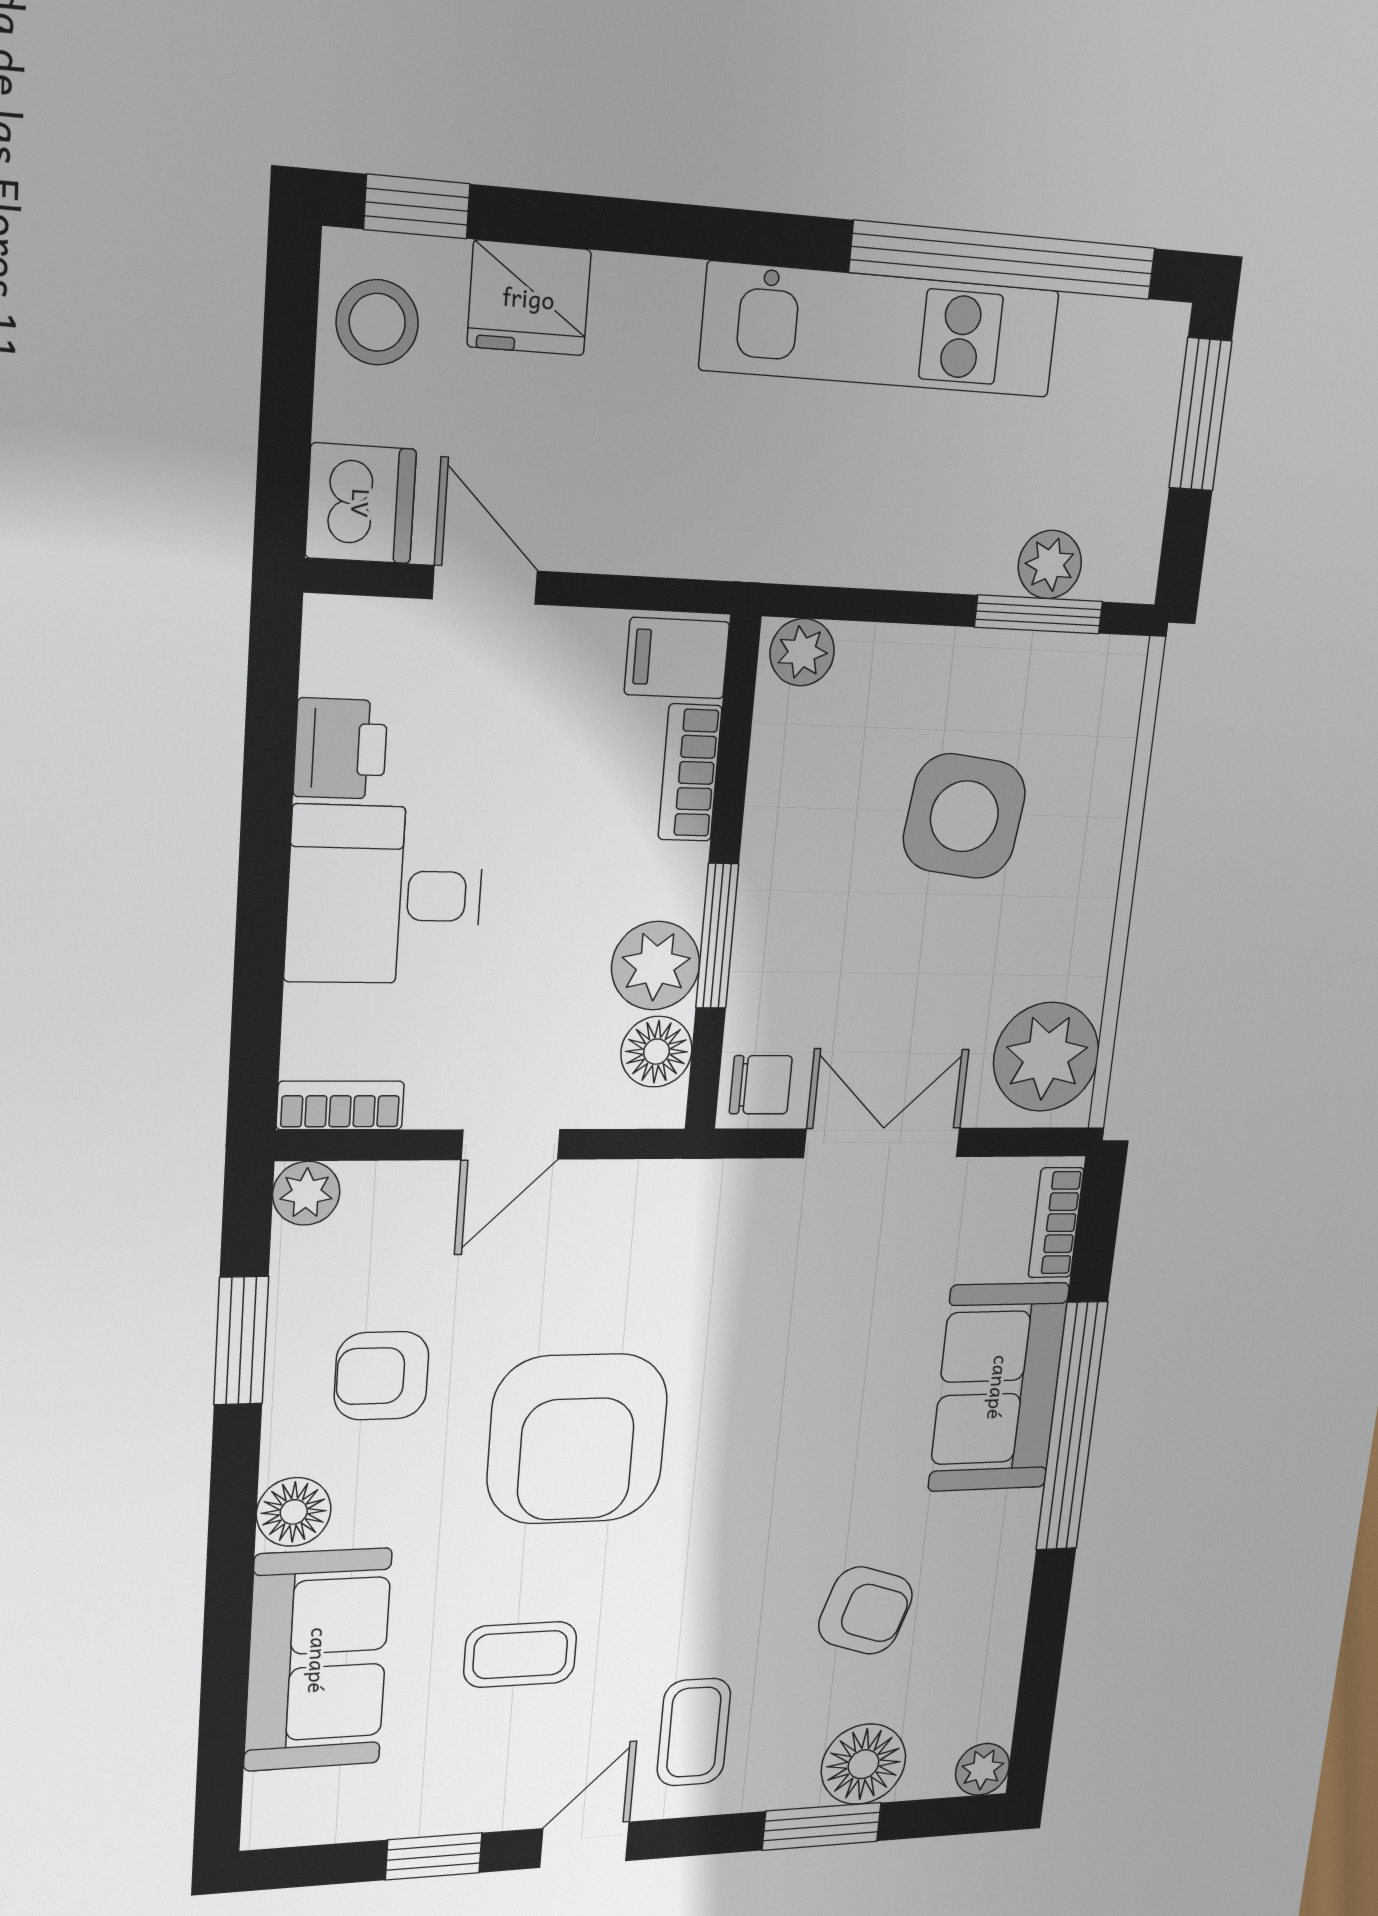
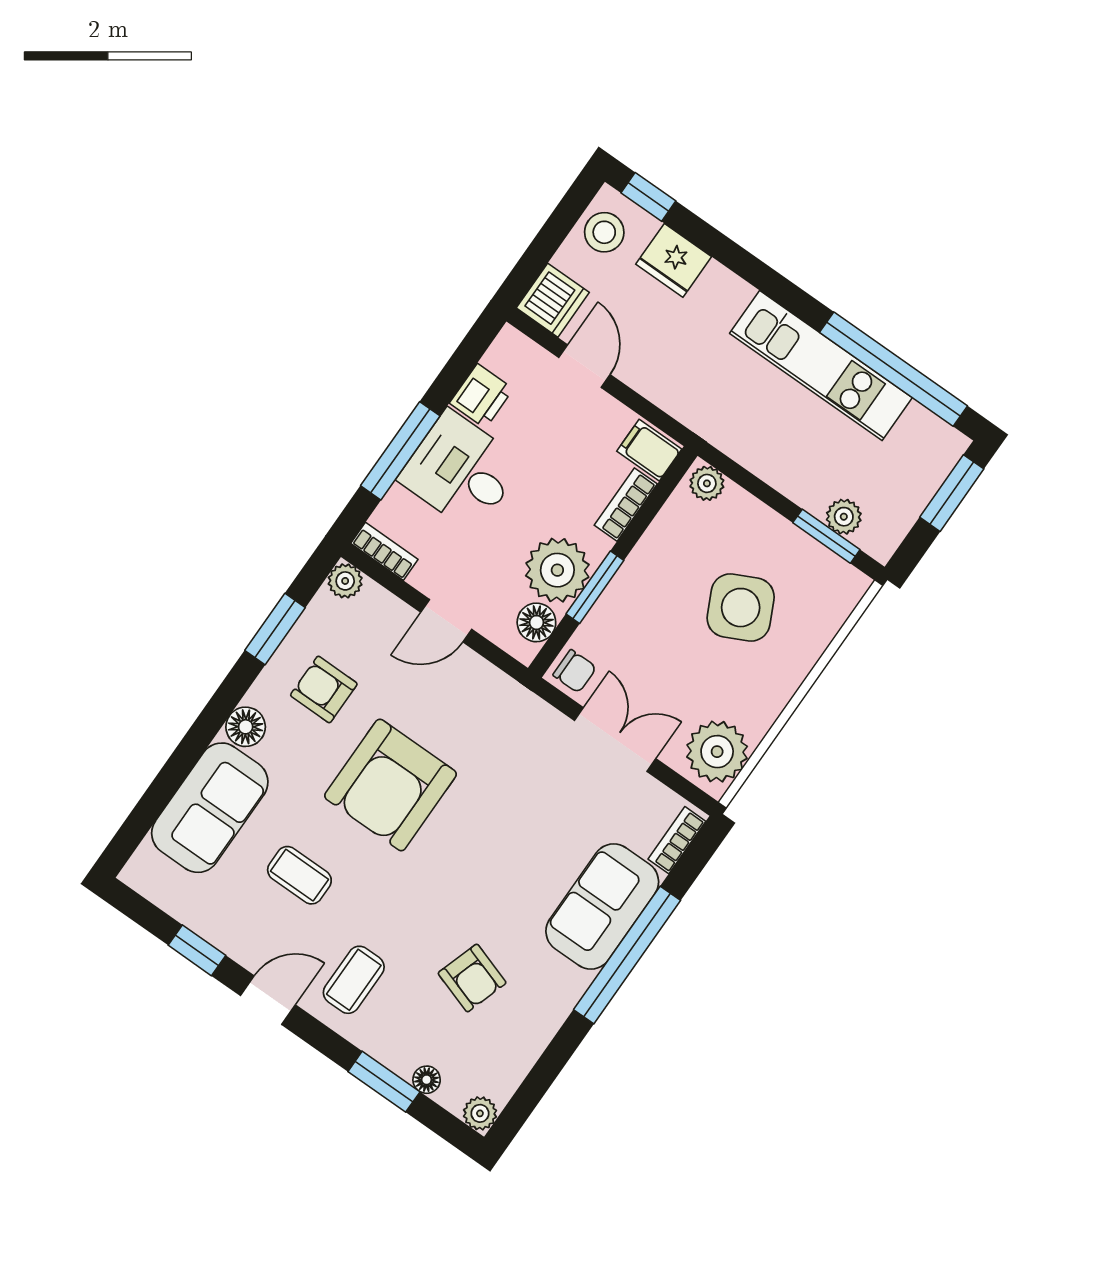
side table: (964, 816) -> (741, 608), turned -33
window: (261, 929) -> (400, 451), added
plant: (656, 966) -> (557, 570), width x1.36, depth x1.36
floor lamp: (863, 1764) -> (427, 1080), width x0.53, depth x0.53

